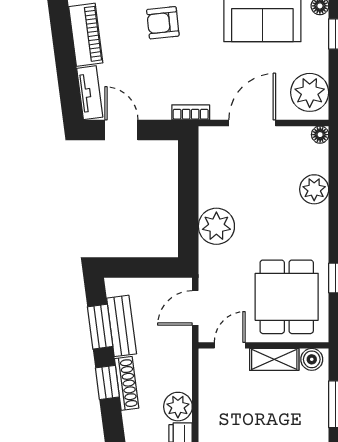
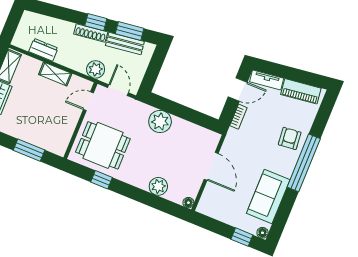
plant: (310, 92) -> (215, 207), removed
bookcase: (191, 112) -> (238, 117), moved
door: (230, 345) -> (88, 101), swing flipped
shelving: (274, 359) -> (55, 74), moved, turned 90
boiler: (312, 359) -> (61, 145), removed
plant: (178, 407) -> (96, 69), moved

